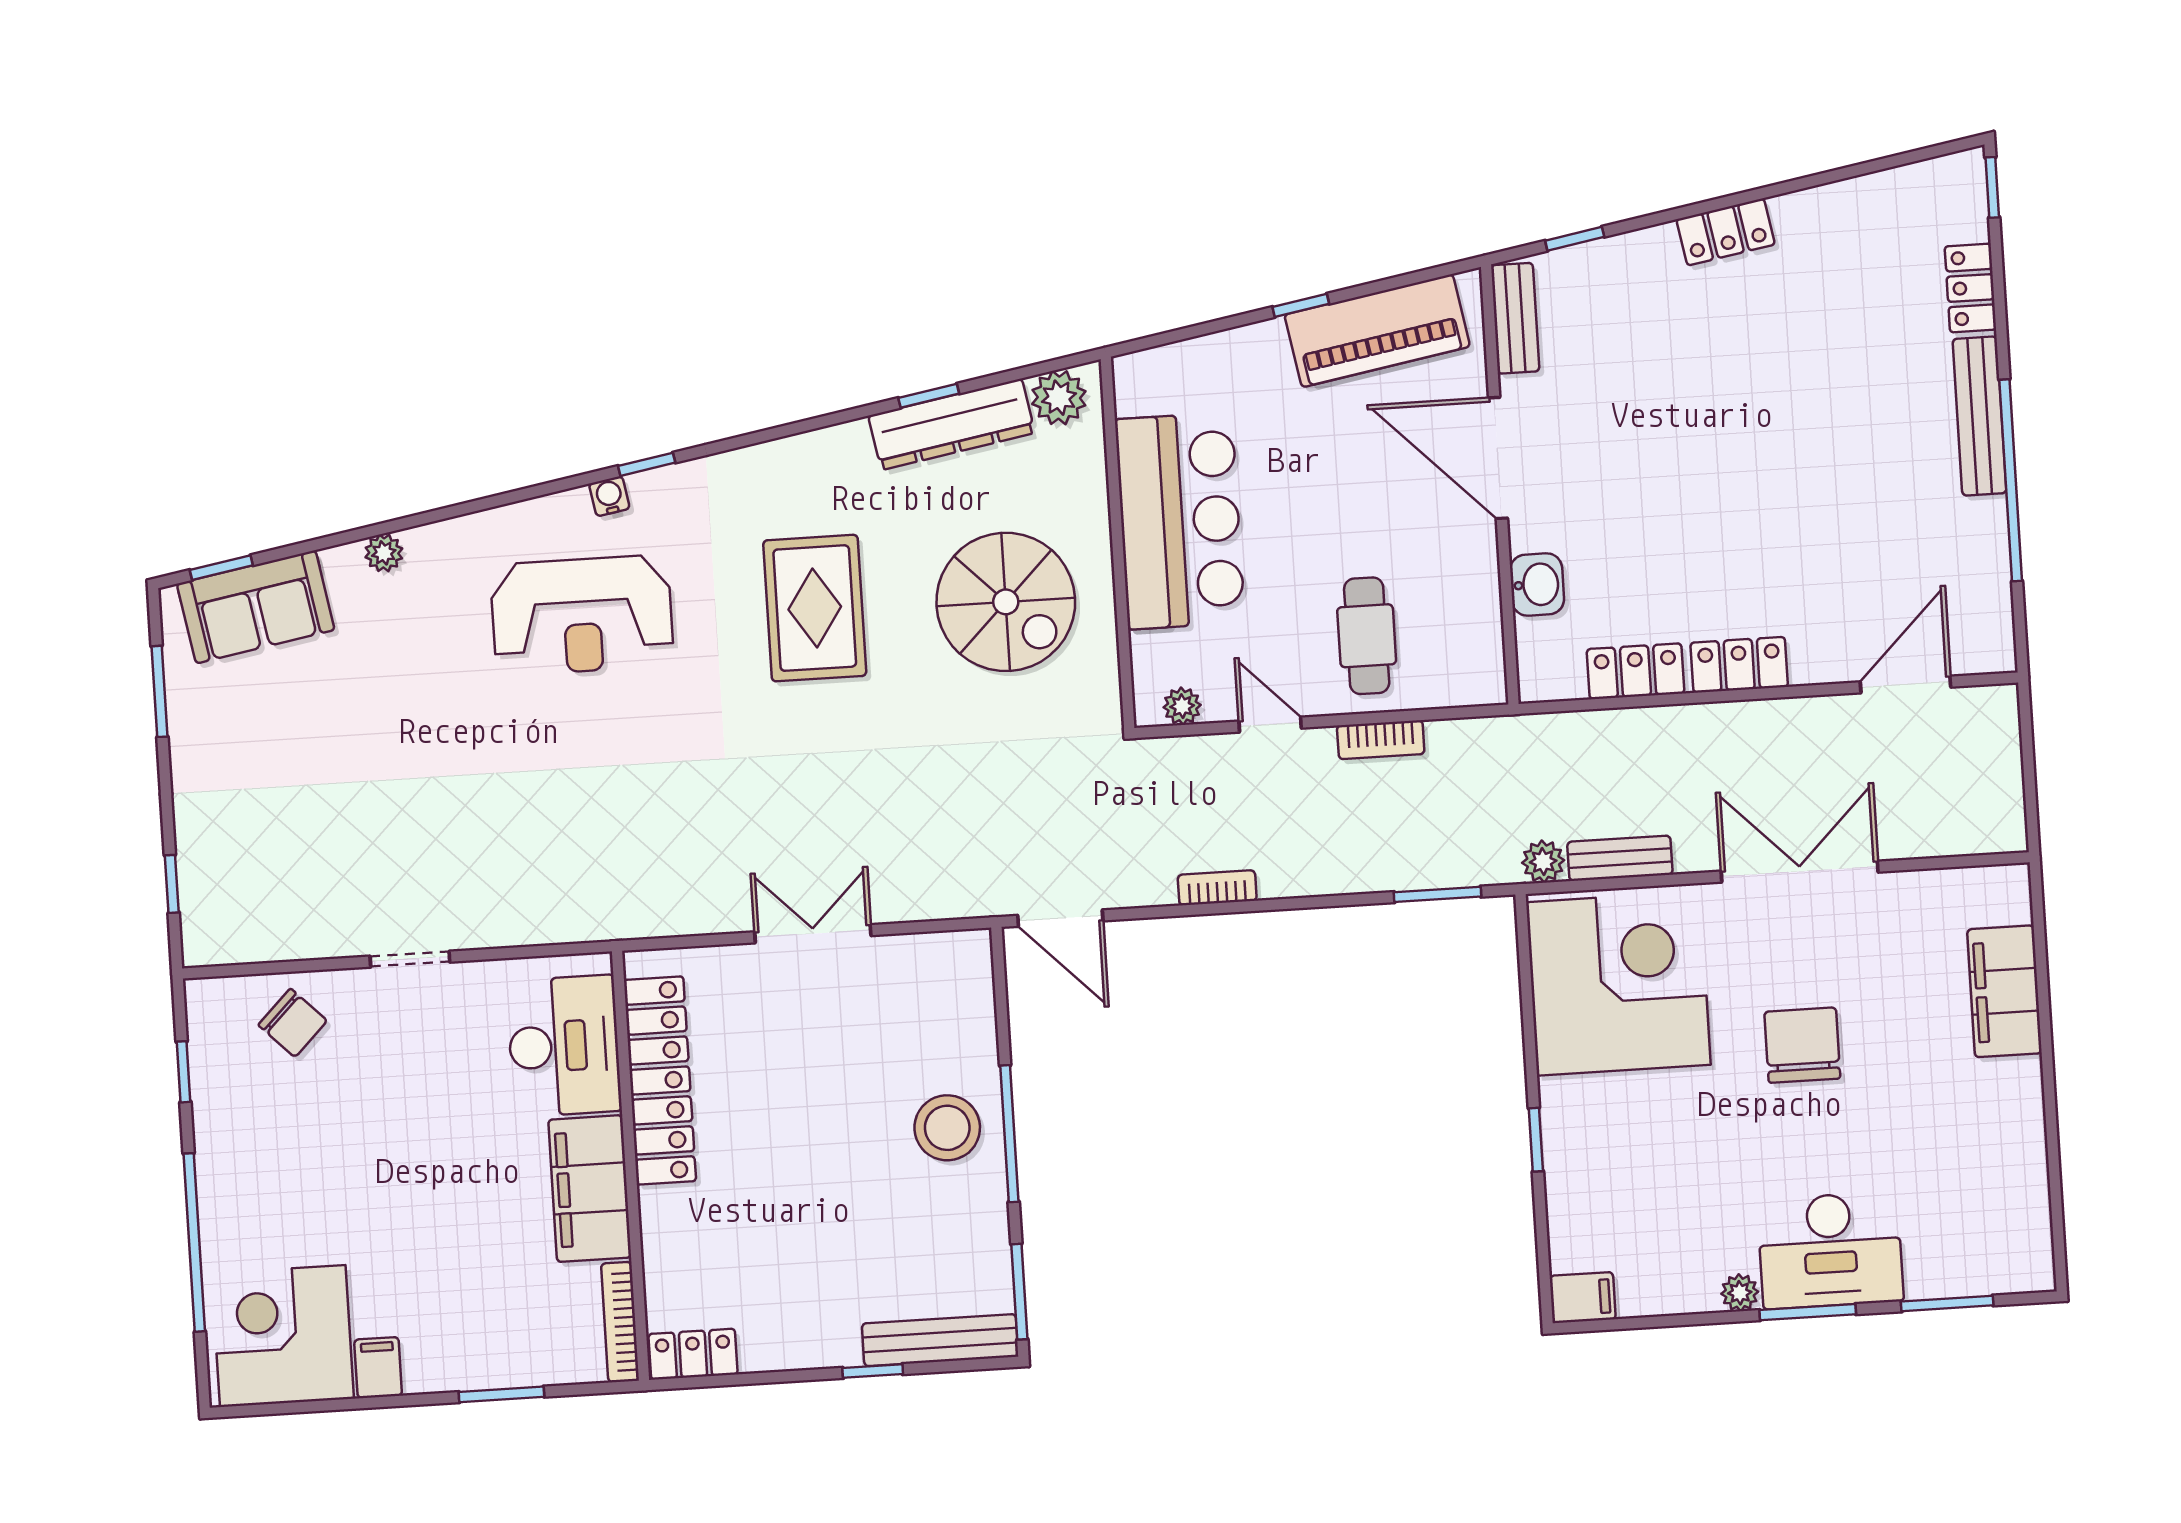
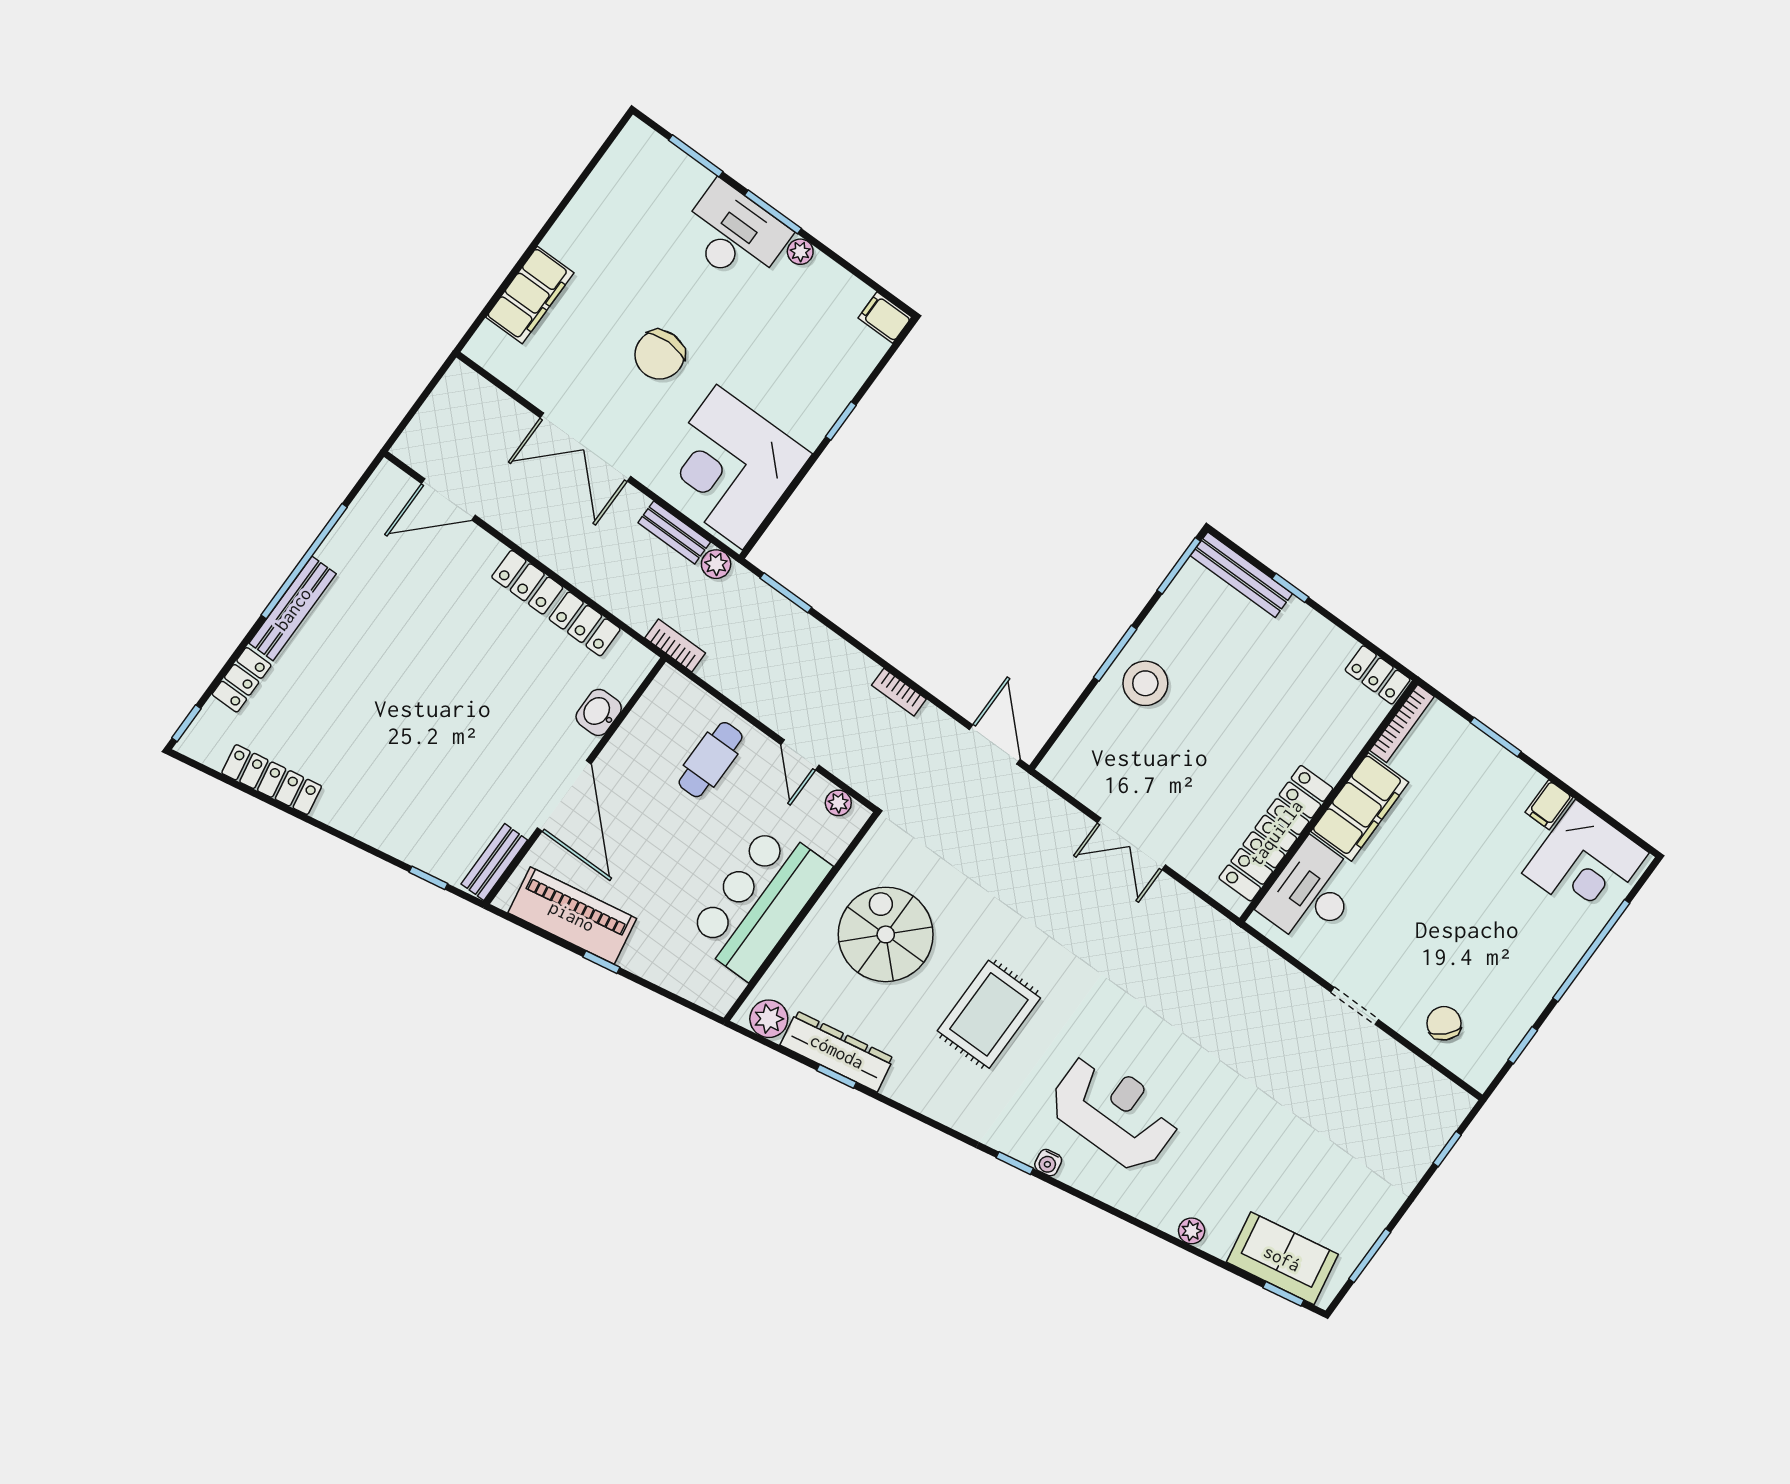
locker: (1726, 232) -> (272, 780), moved, width x1.53
bookcase: (1381, 740) -> (675, 645), moved
window: (1009, 1134) -> (1115, 653), width x0.69

